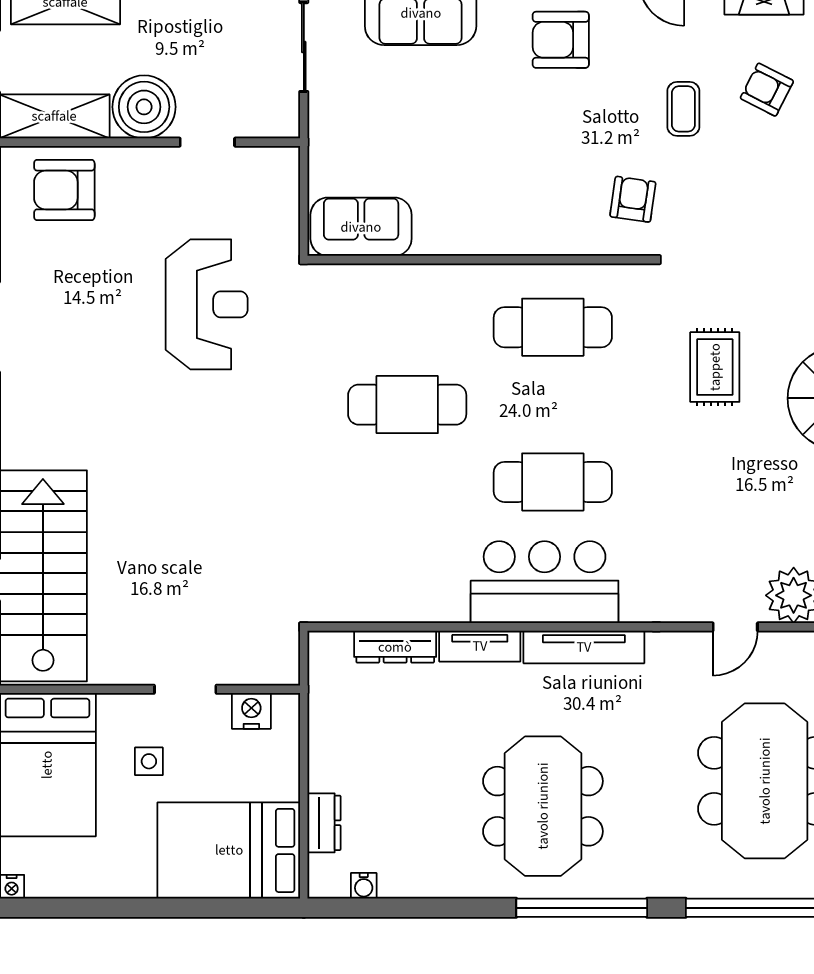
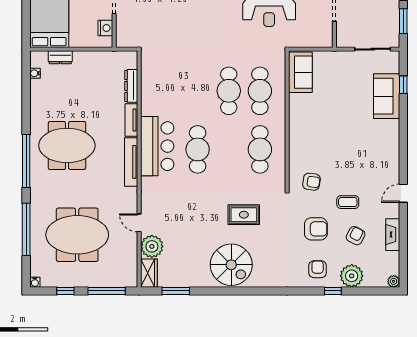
armchair: (561, 40) -> (316, 229), moved, turned 90
cafe table: (407, 327) -> (260, 91), added

